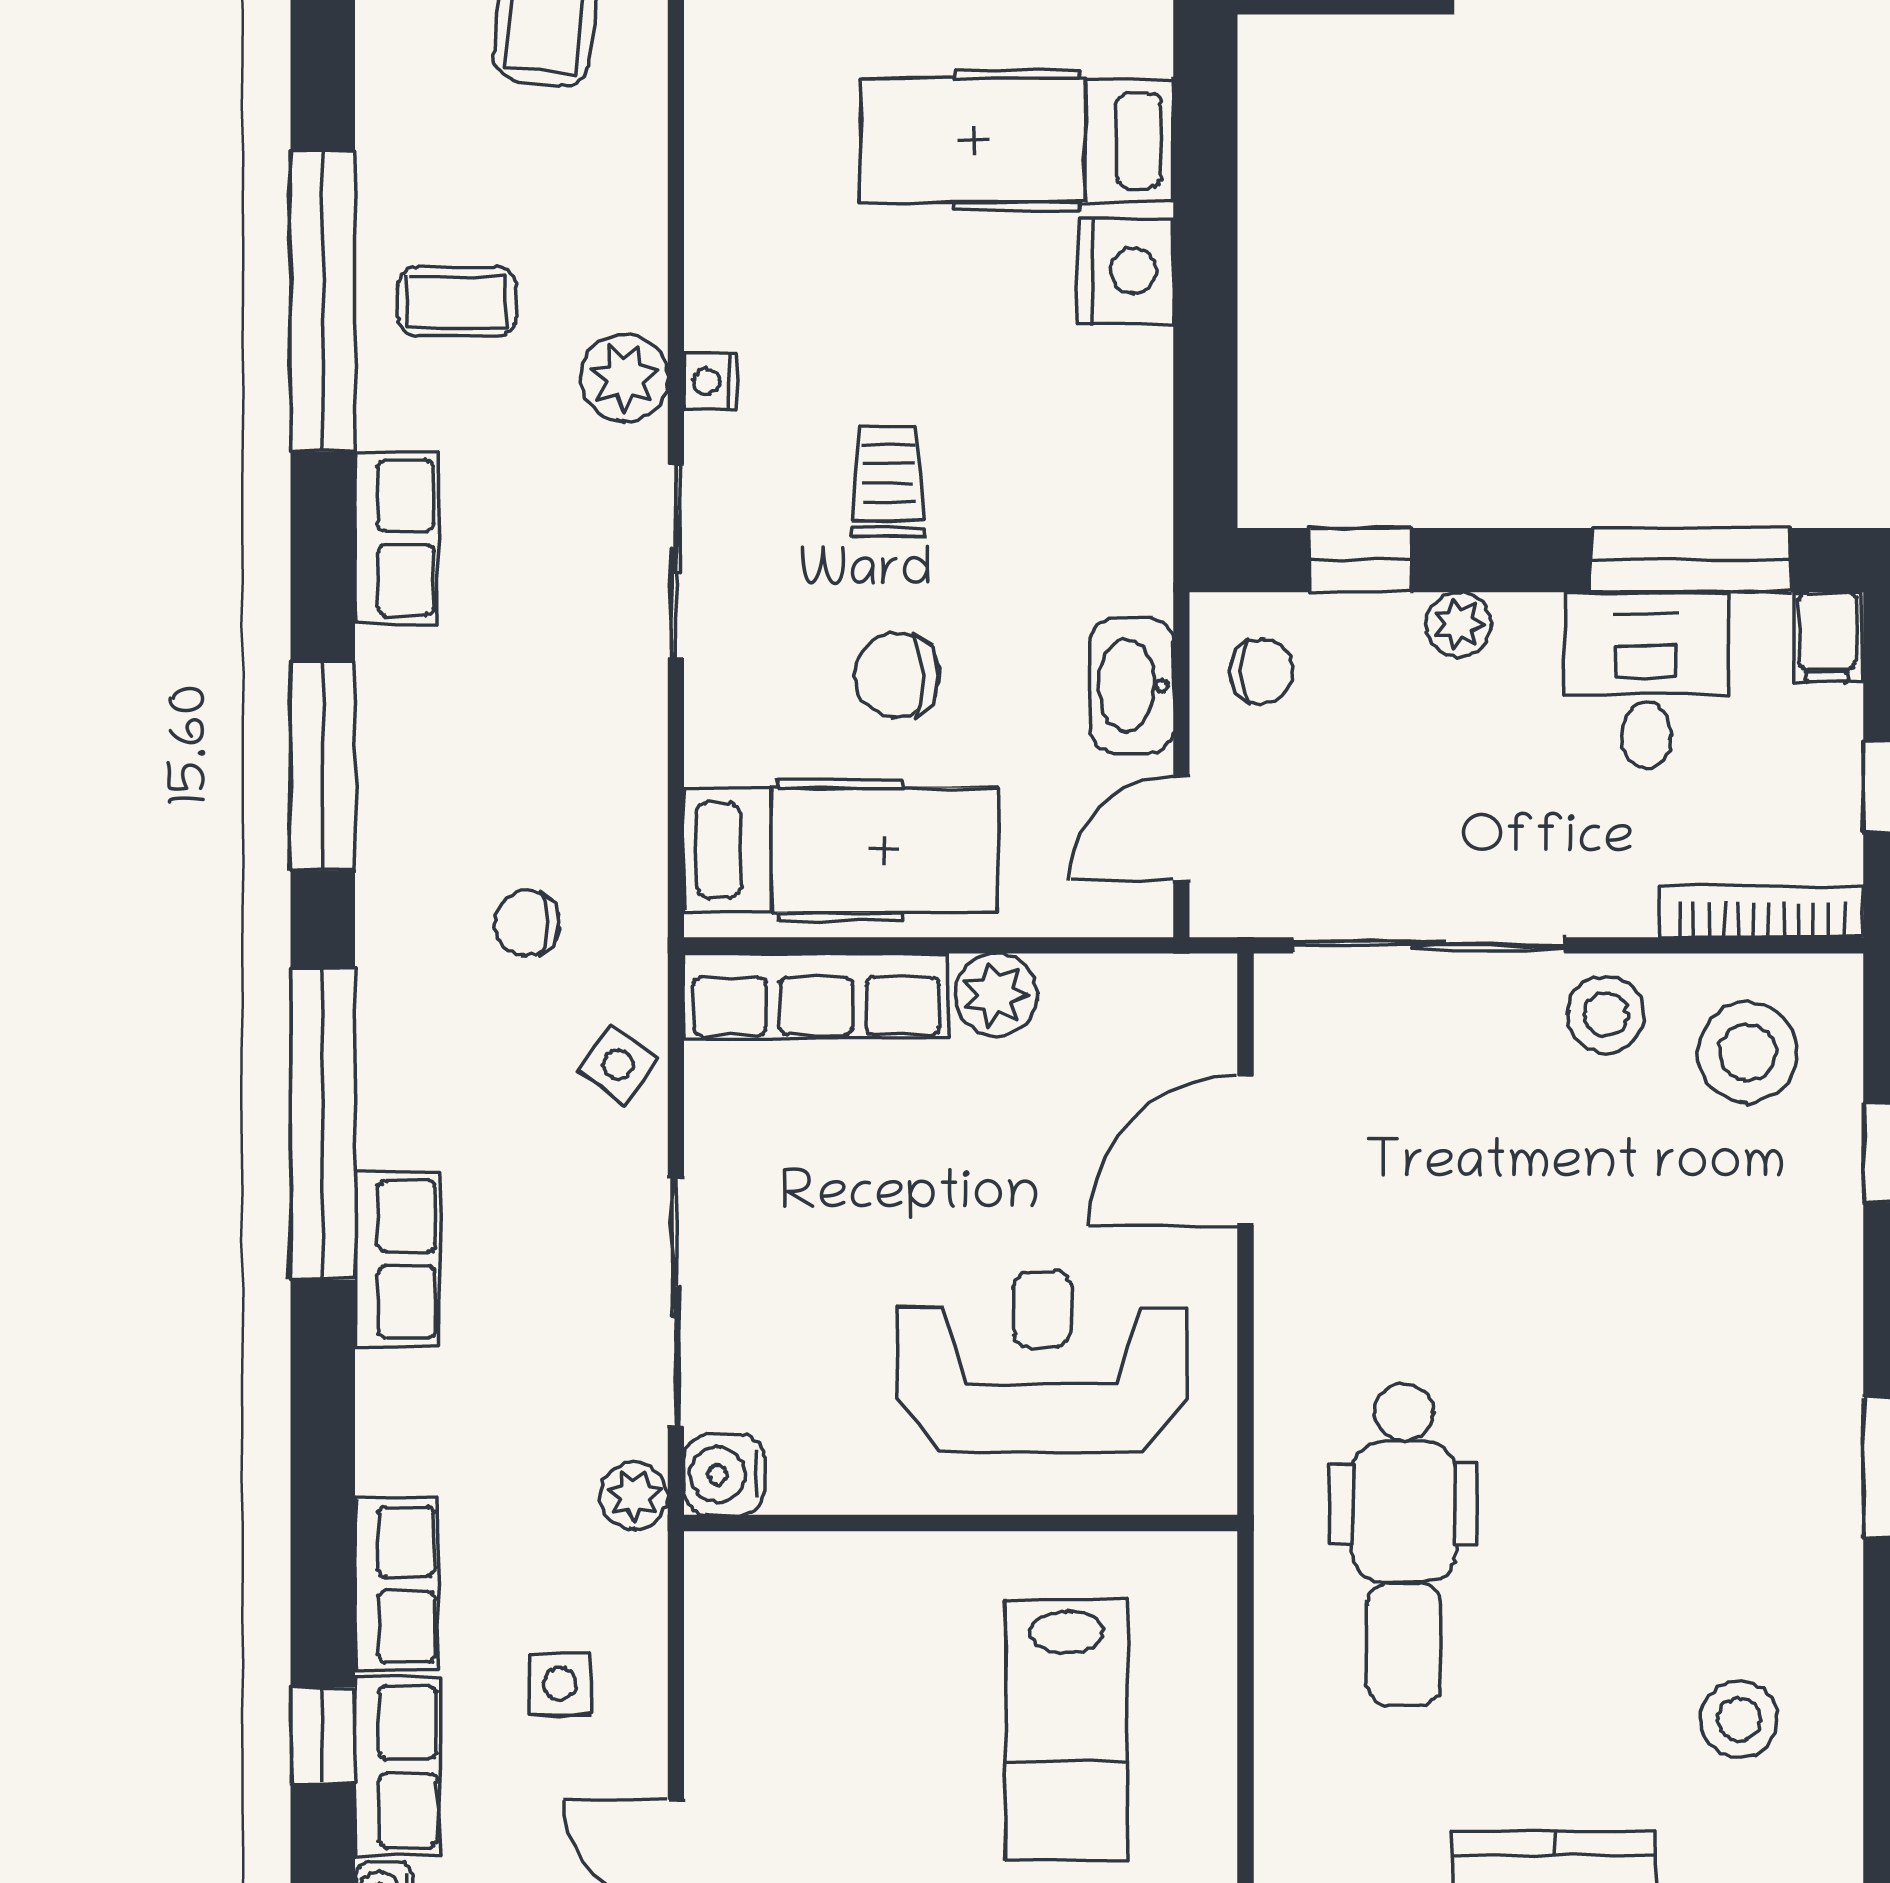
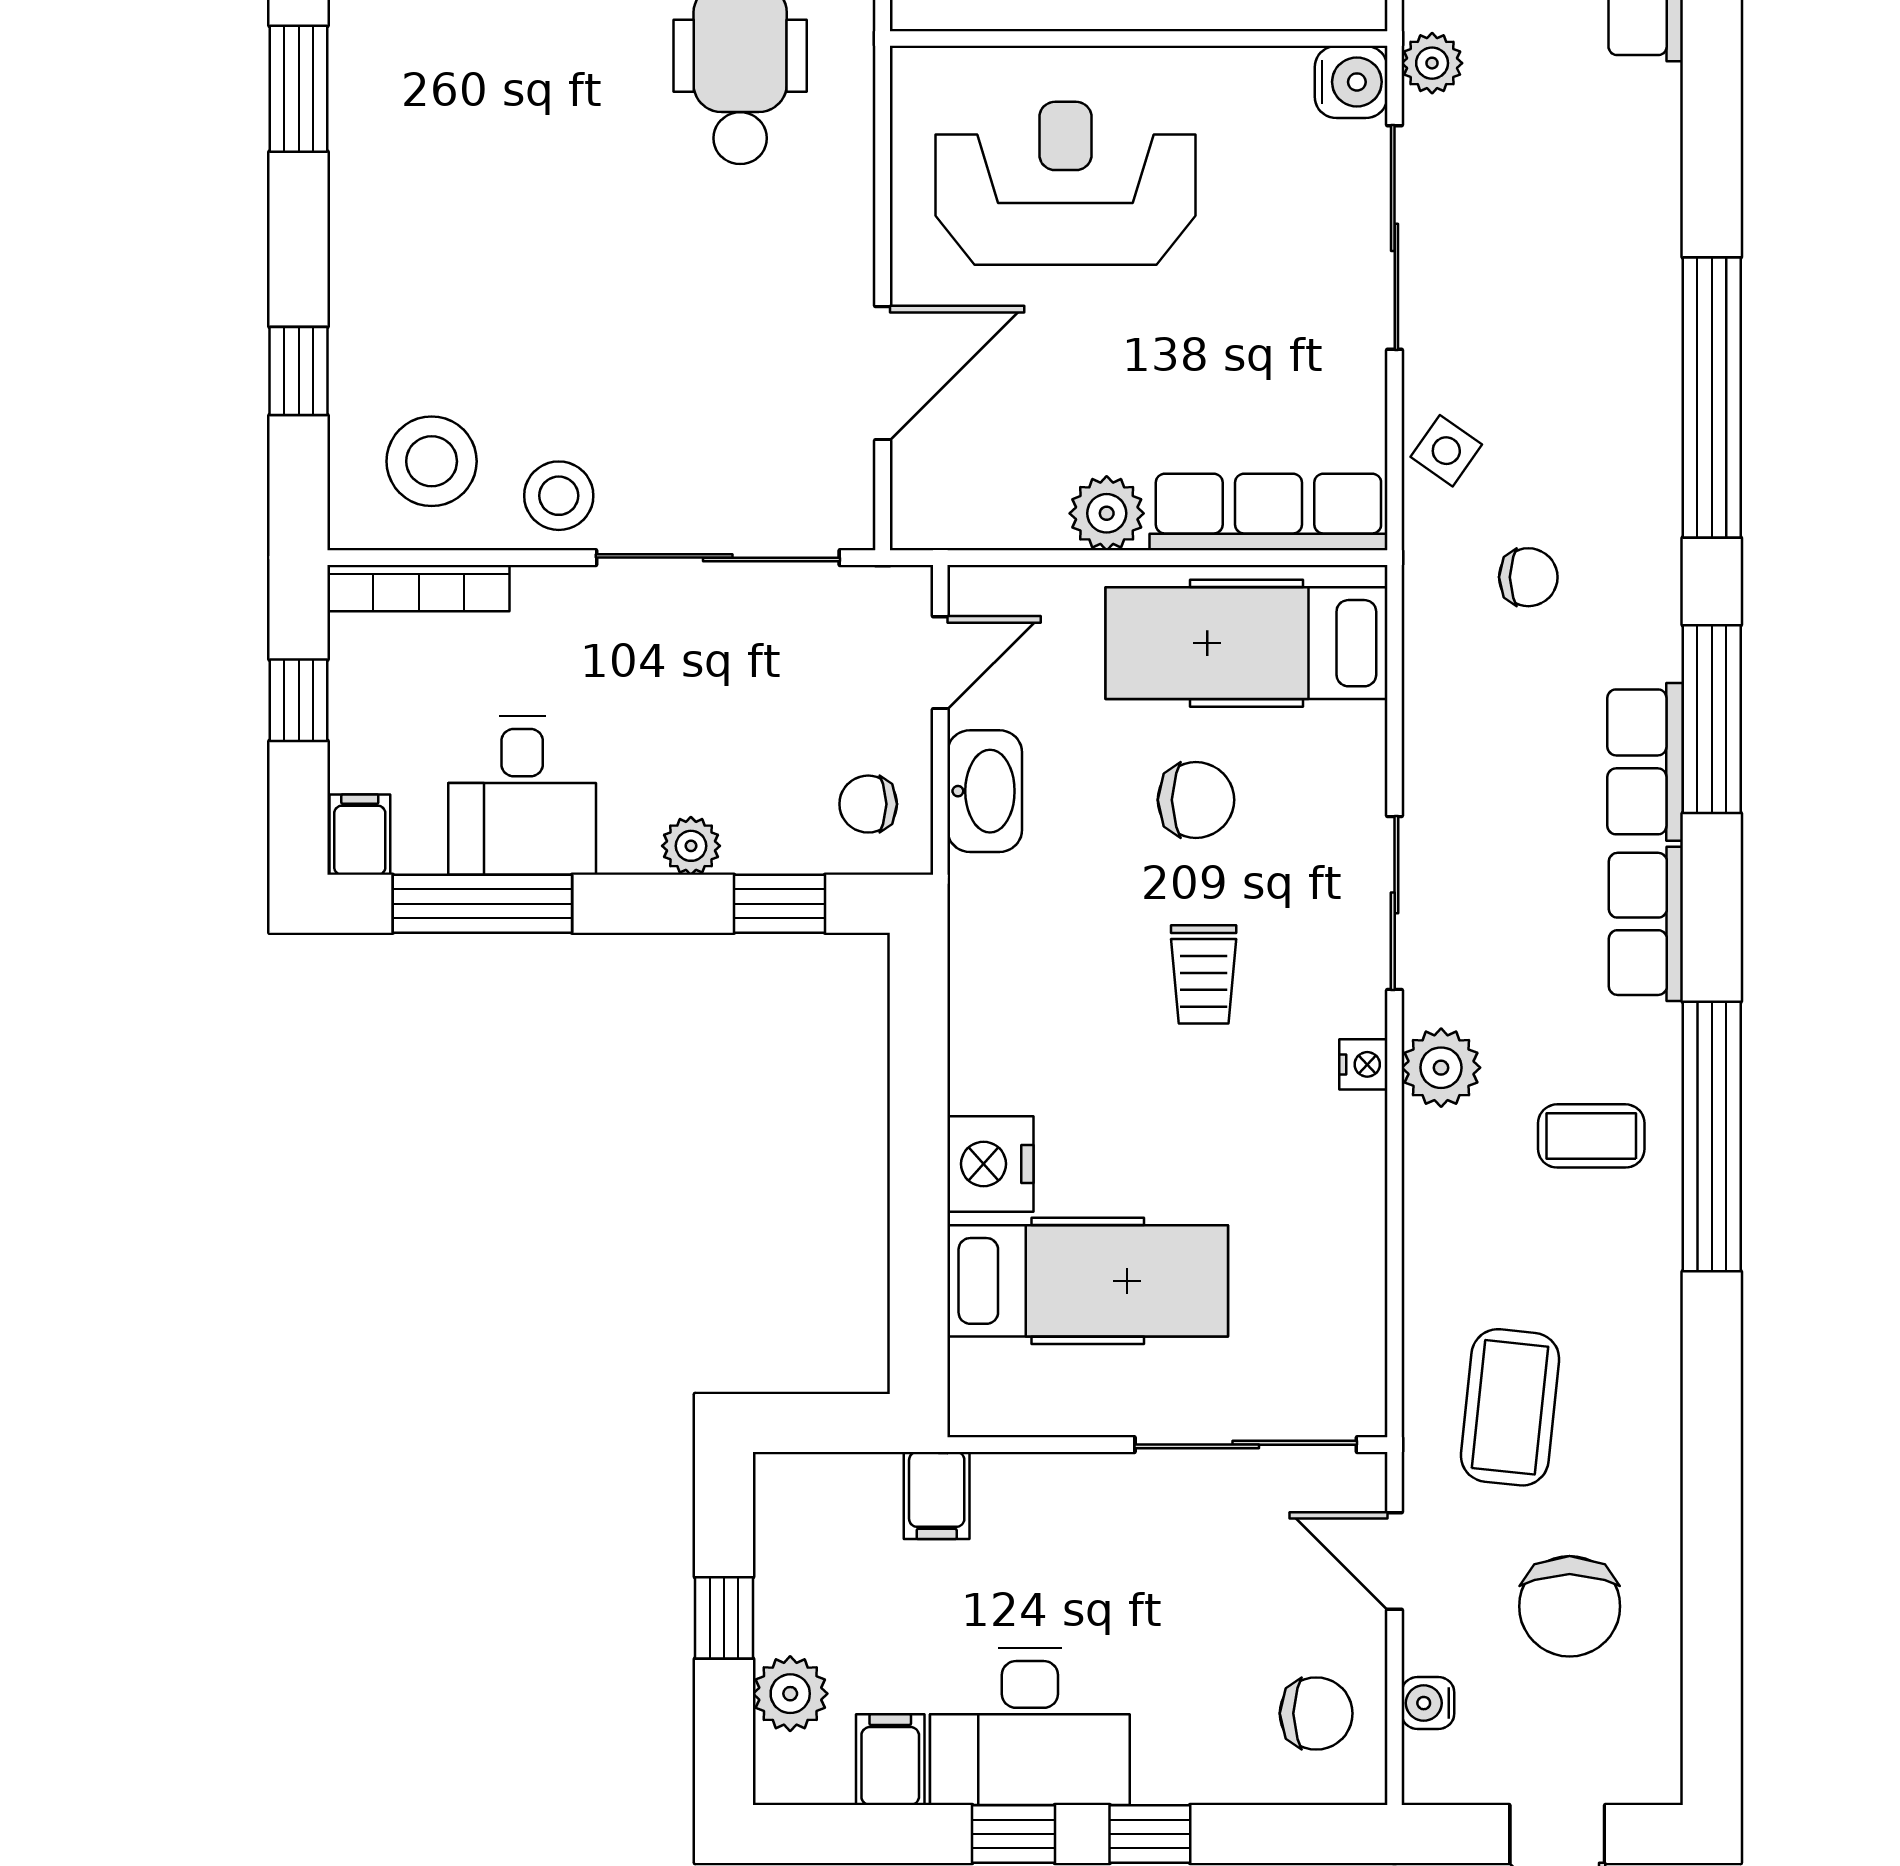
row of seats: (397, 1259) -> (1645, 762), moved
reception desk: (1042, 1362) -> (1065, 183), turned 180

